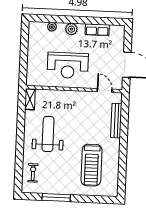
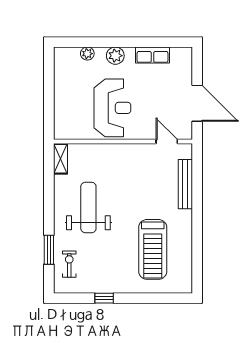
reception desk: (68, 65) -> (112, 108), turned -90
window: (19, 162) -> (49, 250), added
window: (56, 197) -> (104, 298), width x0.46

